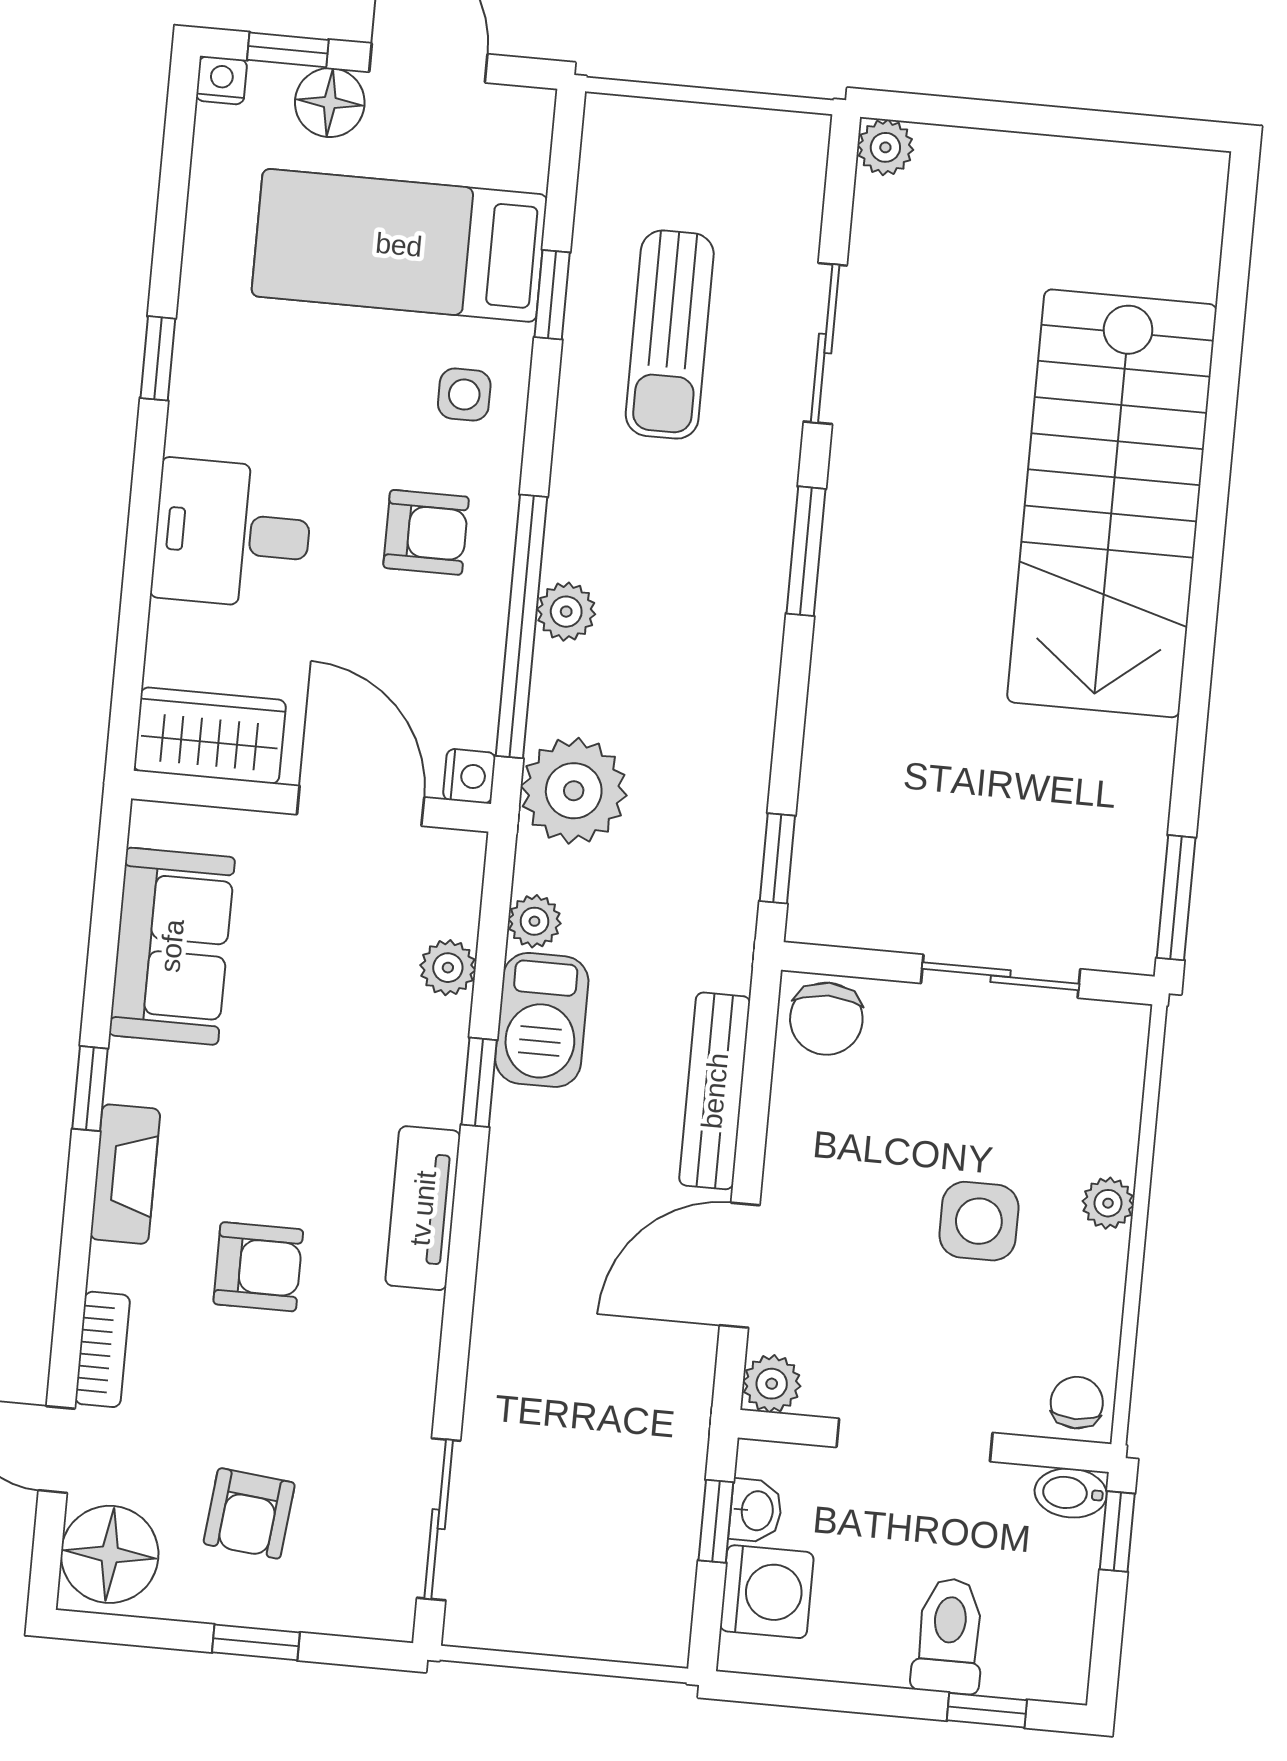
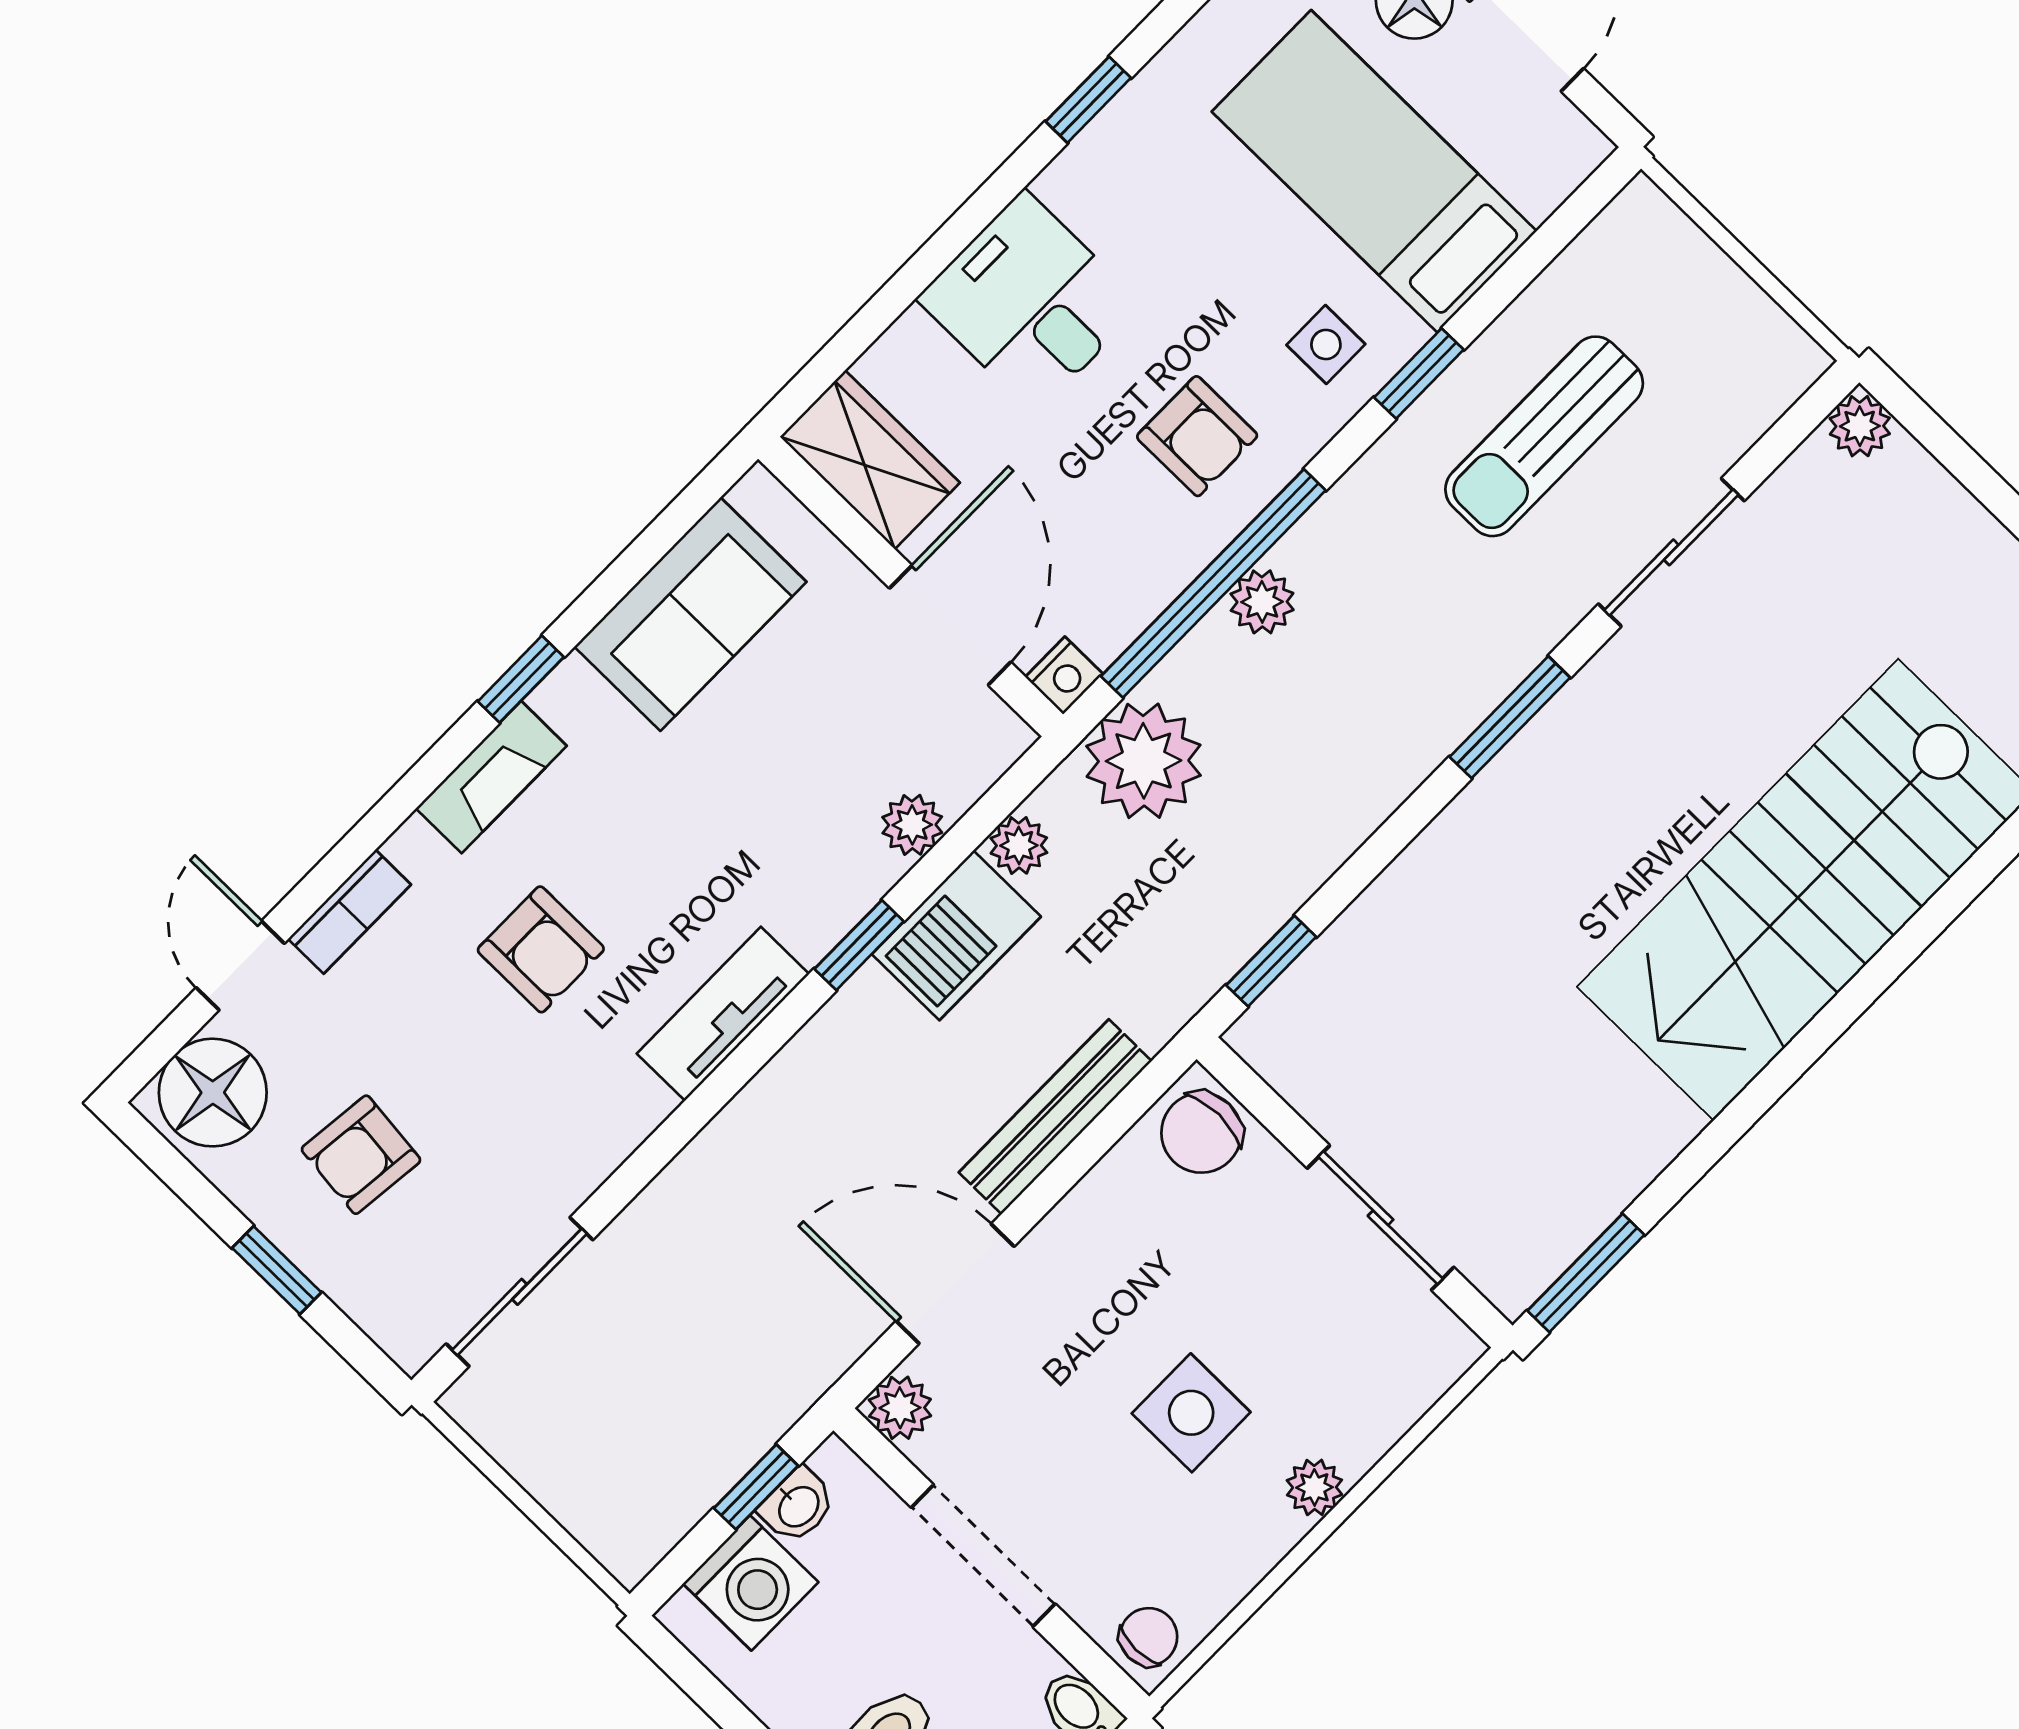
window: (552, 295) -> (1419, 373), moved

